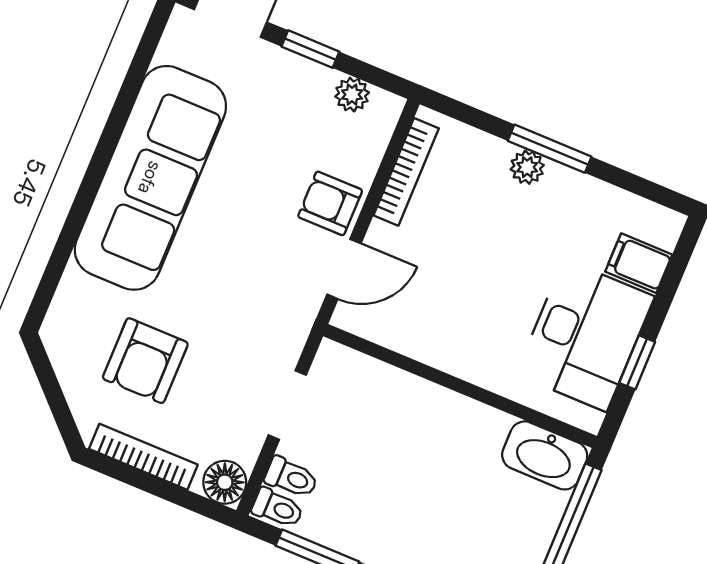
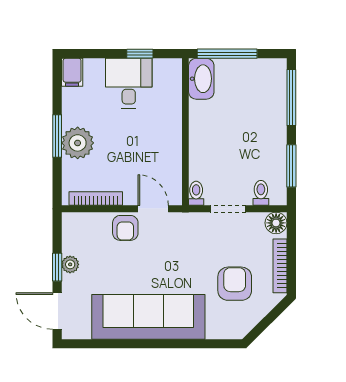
plant: (352, 95) -> (70, 264), moved
plant: (527, 167) -> (78, 143), width x1.88, depth x1.88
filing cabinet: (639, 263) -> (72, 72), moved
desk: (585, 335) -> (129, 83), width x0.73
armchair: (145, 361) -> (235, 284), turned -90
toilet: (278, 508) -> (196, 193), moved

